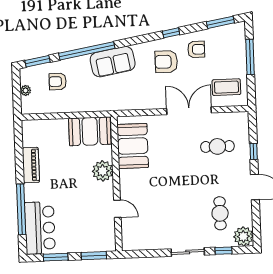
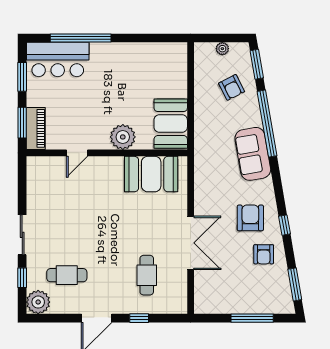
armchair: (58, 81) -> (232, 87), turned 153
coffee table: (226, 87) -> (217, 289), removed
piano: (31, 165) -> (36, 128), moved, turned -90

